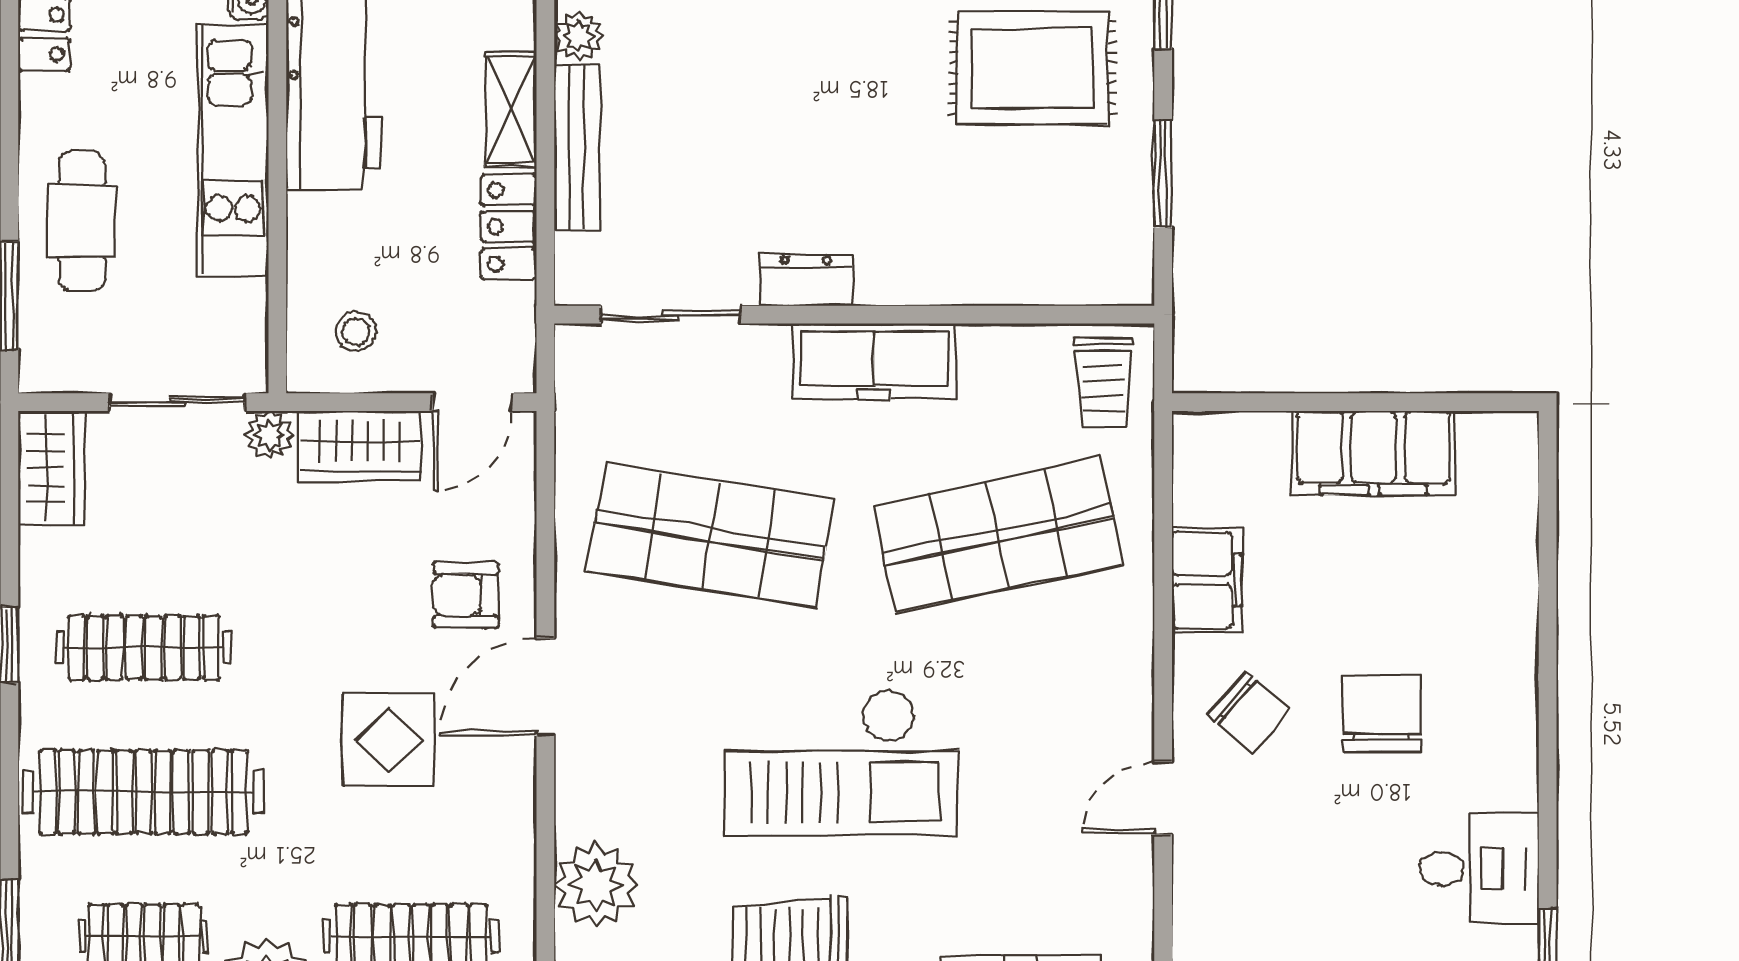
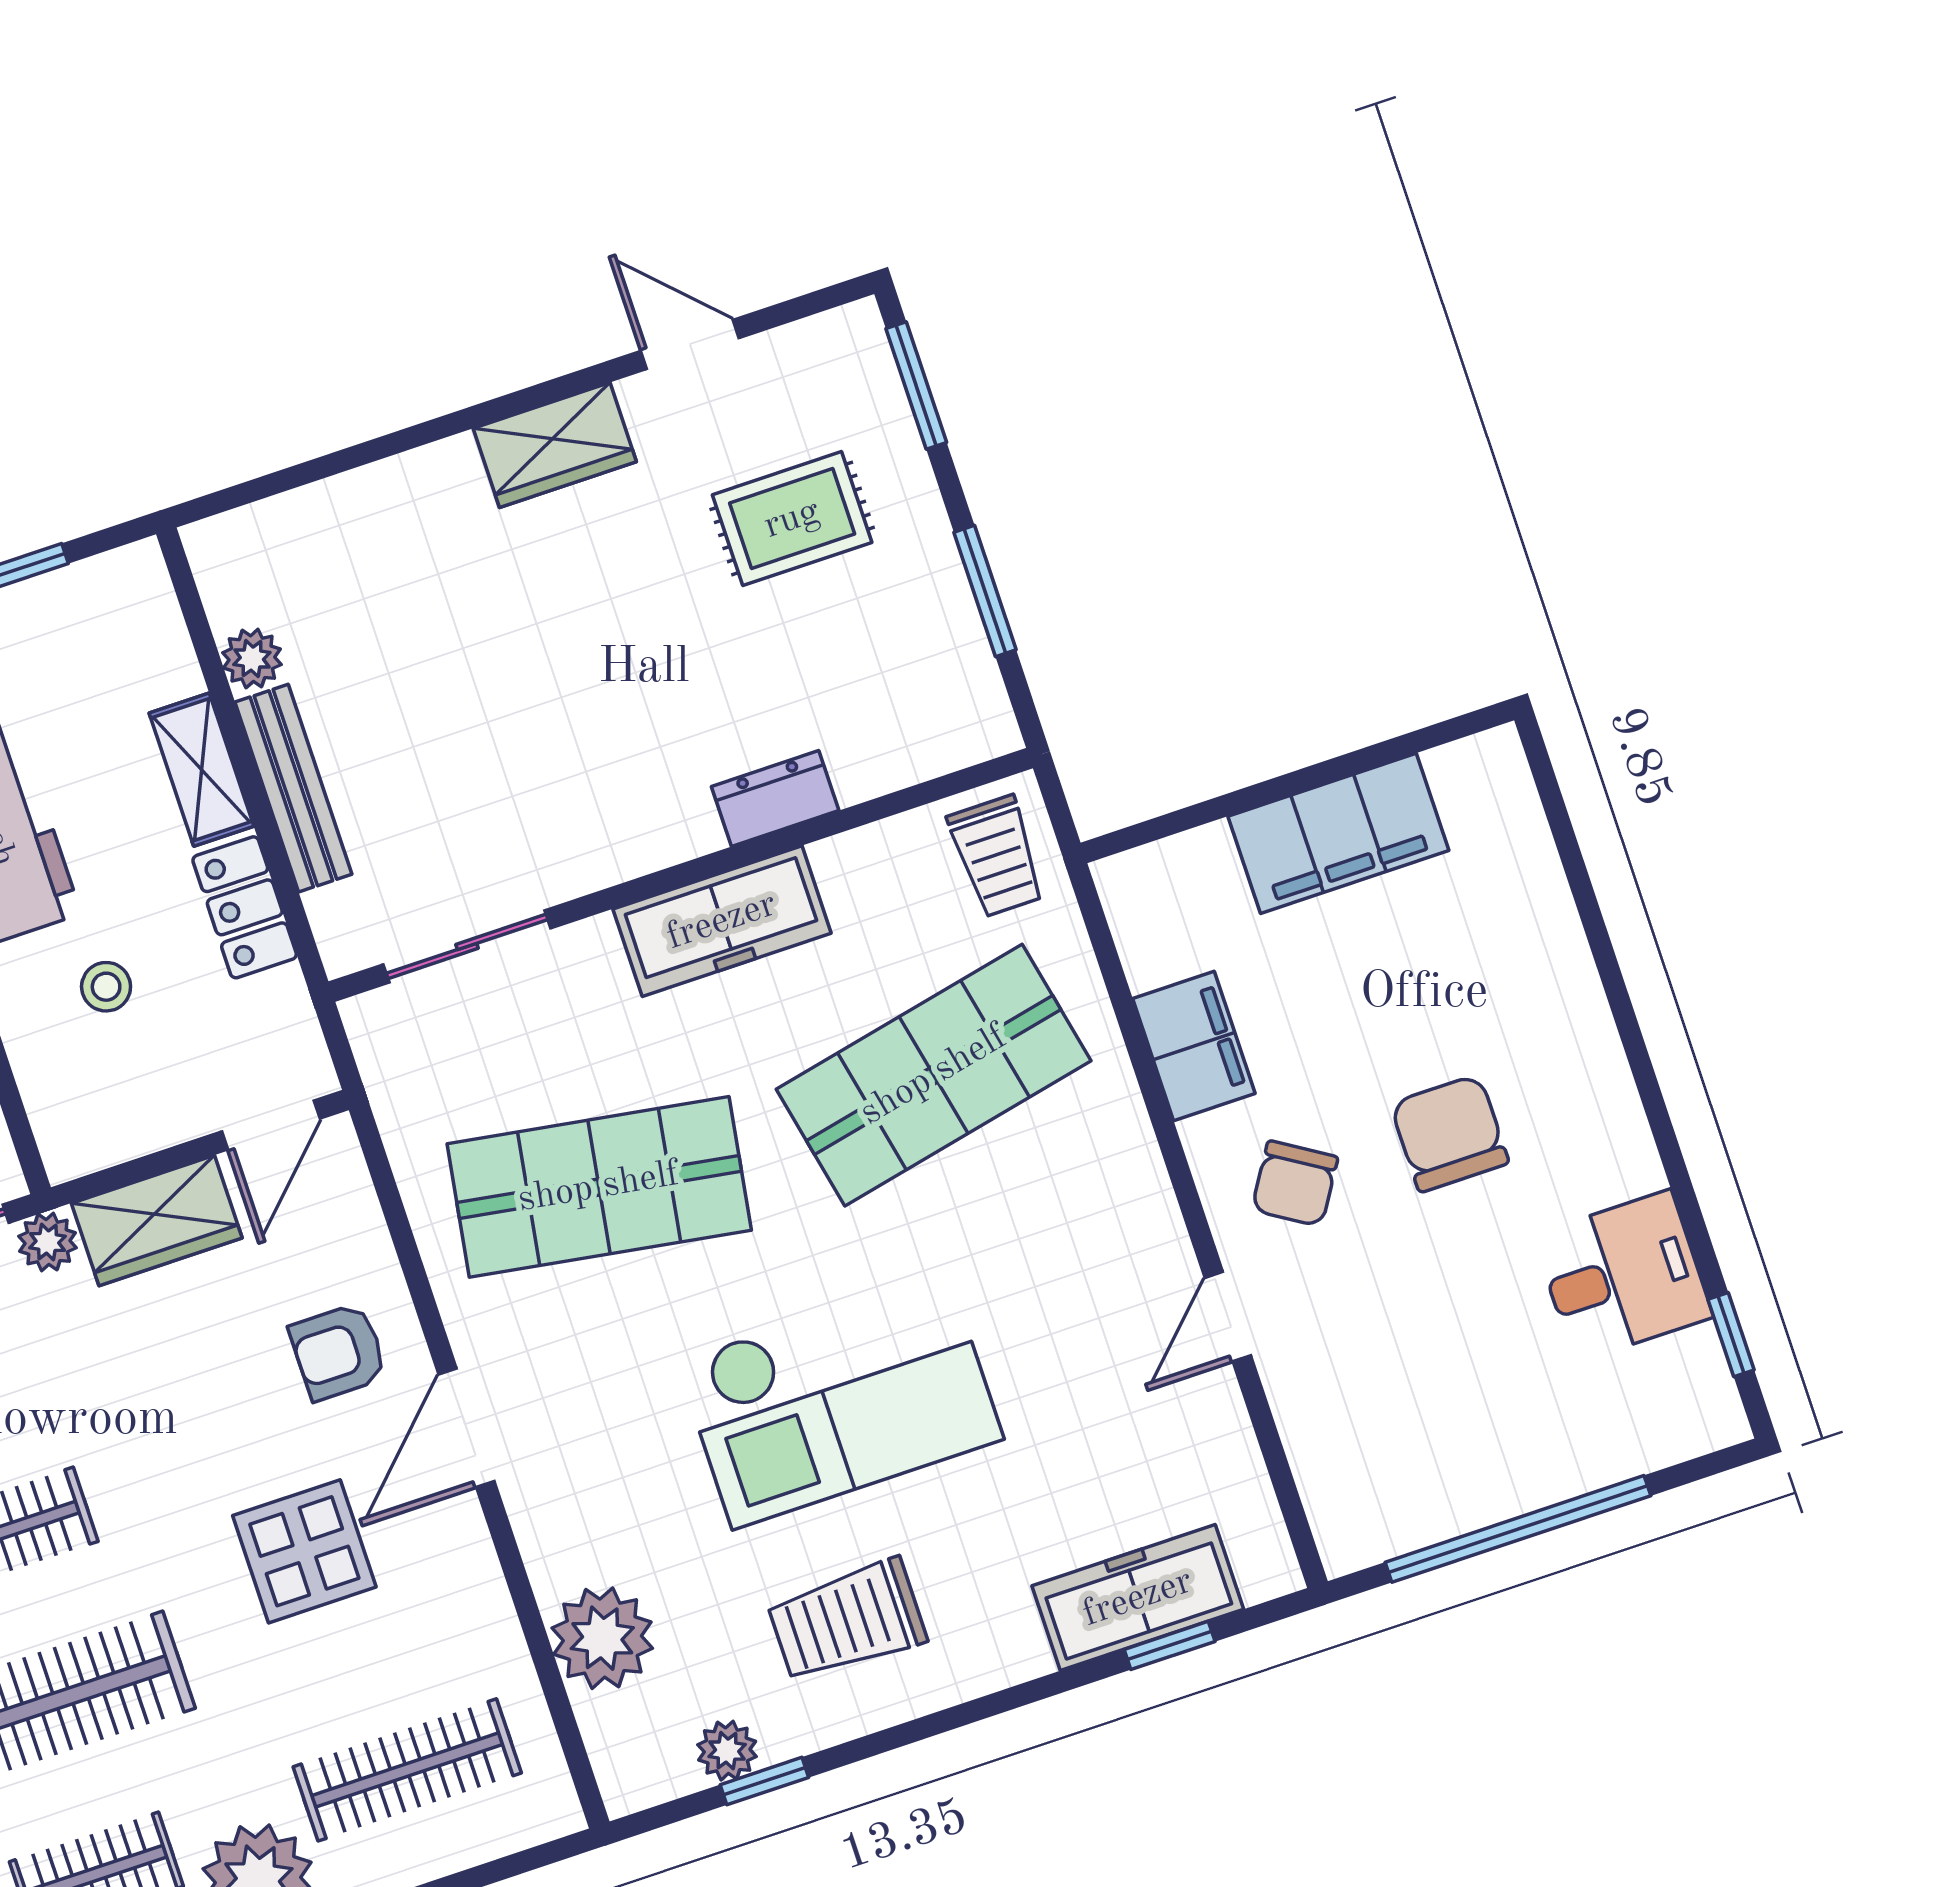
rug: (1033, 68) -> (792, 519), width x0.73, depth x0.70
dresser: (806, 280) -> (775, 798), moved
stool: (356, 331) -> (106, 987), moved
chair: (1249, 712) -> (1295, 1183), turned 82

